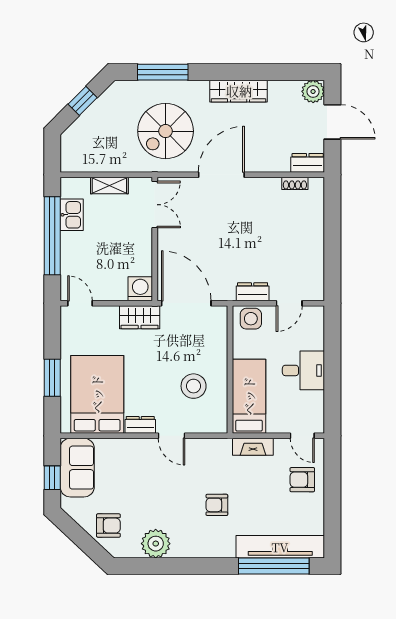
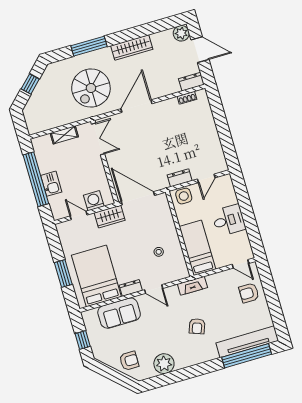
window: (163, 72) -> (89, 46), moved
kitchen sink: (72, 215) -> (51, 184), moved
washing machine: (140, 289) -> (94, 201), moved
door: (80, 303) -> (79, 215), moved
stool: (194, 386) -> (159, 252), width x0.53, depth x0.53
fireplace: (253, 447) -> (192, 286), moved
sofa: (77, 468) -> (119, 313), moved, turned 90
armchair: (217, 505) -> (197, 326), turned -70

